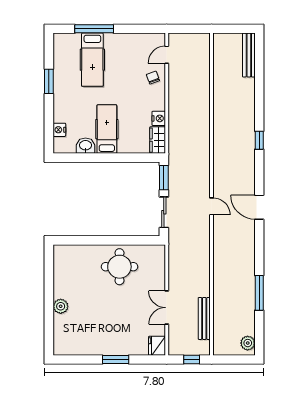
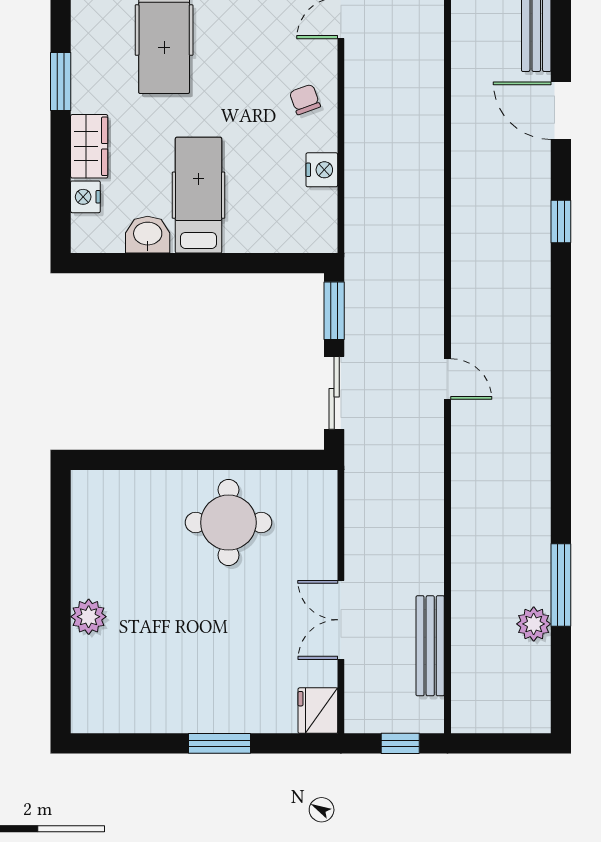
chair: (153, 78) -> (305, 99), moved
wardrobe: (158, 140) -> (89, 146), moved, turned 180
door: (259, 207) -> (561, 111), moved
plant: (248, 343) -> (534, 624), moved

